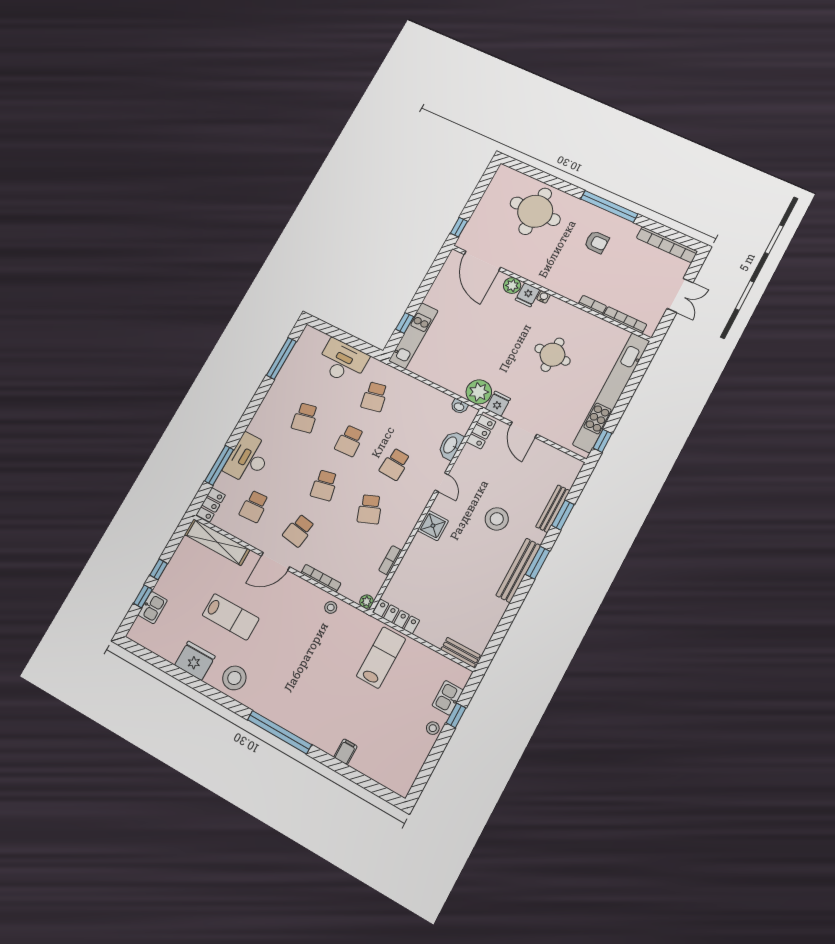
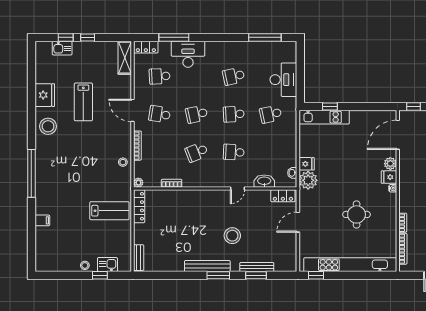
fridge: (498, 404) -> (307, 164), moved
shower: (433, 526) -> (207, 198), removed
shelving: (217, 542) -> (125, 58), width x0.68

